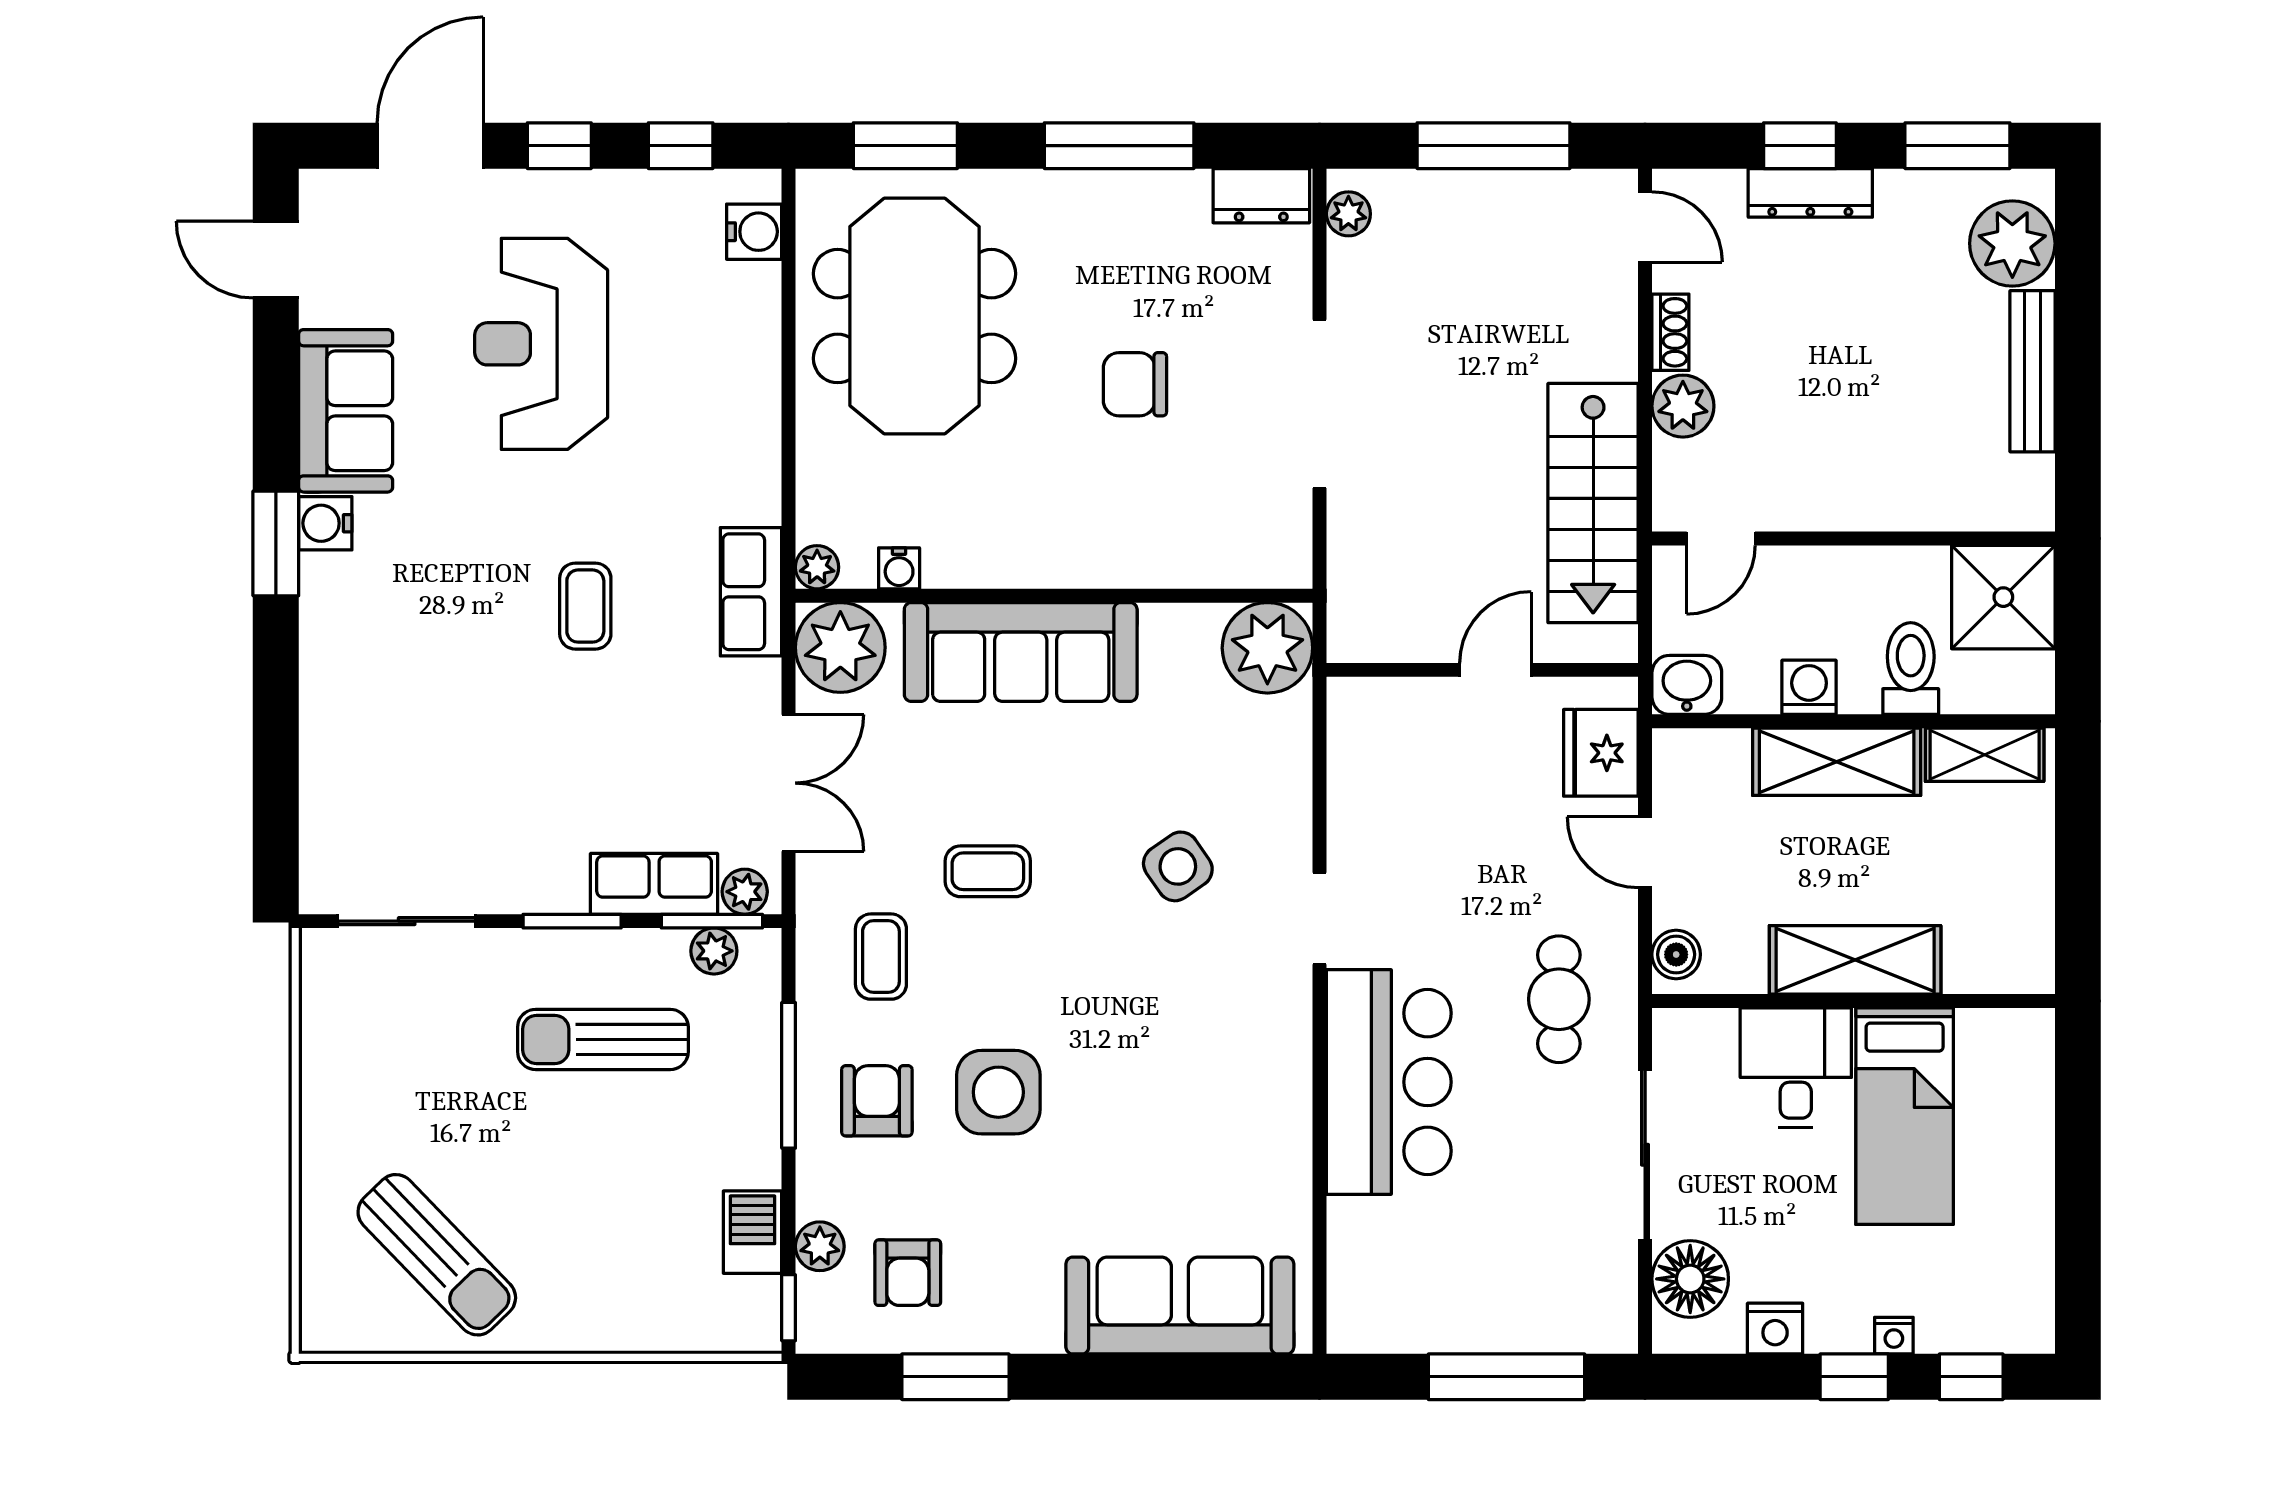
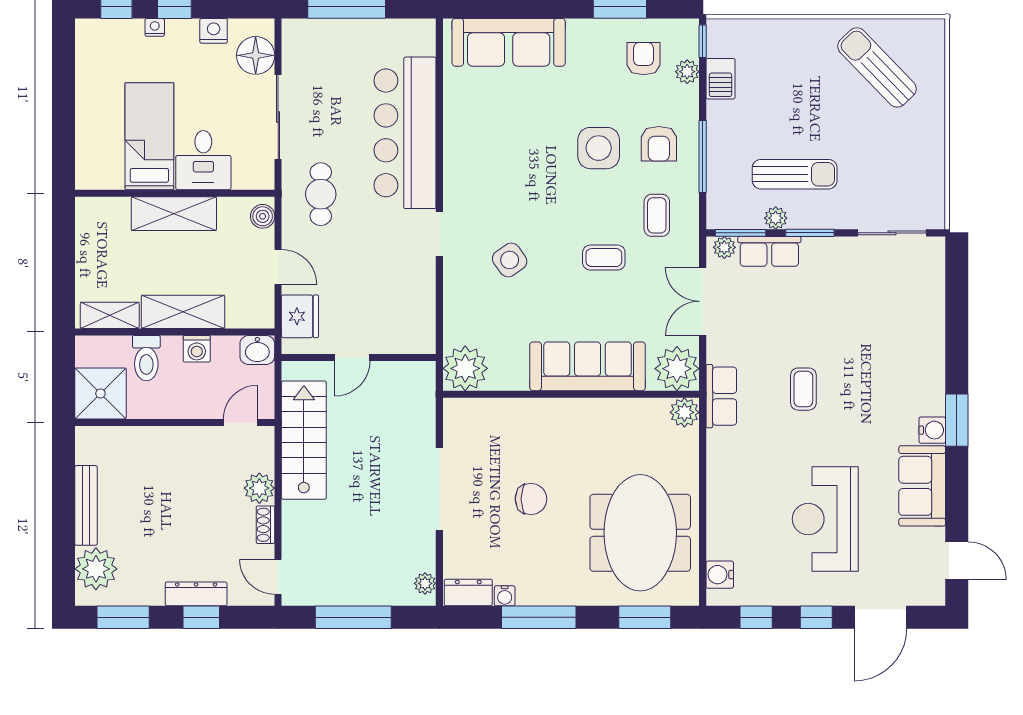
reception desk: (541, 344) -> (825, 519), turned 180
plant: (817, 567) -> (684, 412), width x1.38, depth x1.38
water cooler: (899, 568) -> (505, 596), moved, turned 180
plant: (714, 951) -> (776, 218), moved
bar counter: (1389, 1082) -> (405, 133), width x1.36

